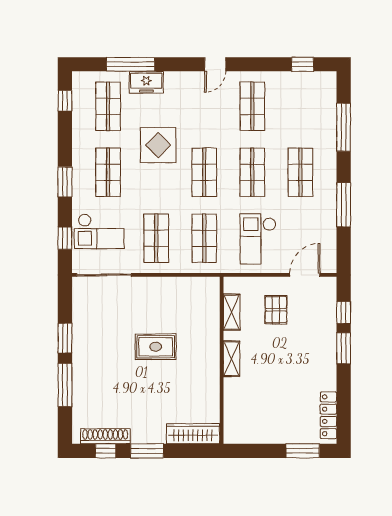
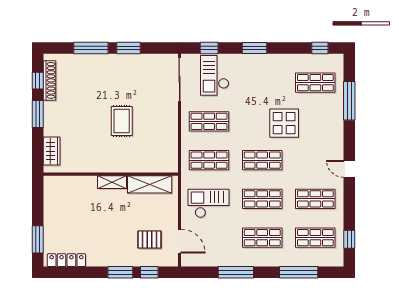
freezer: (146, 82) -> (335, 113), removed
shop shelf: (108, 172) -> (315, 238), moved
pallet: (276, 310) -> (149, 240), moved
shelving: (232, 312) -> (150, 184), width x1.50, depth x1.33
wardrobe: (193, 434) -> (52, 151), width x0.67

